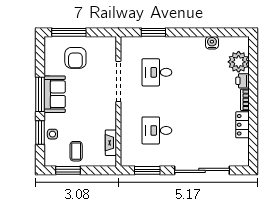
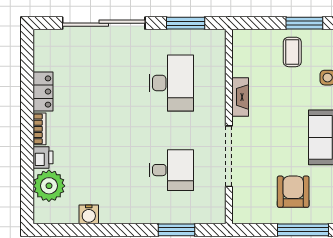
desk: (157, 130) -> (171, 83), width x1.37
fireplace: (111, 143) -> (240, 97), moved

